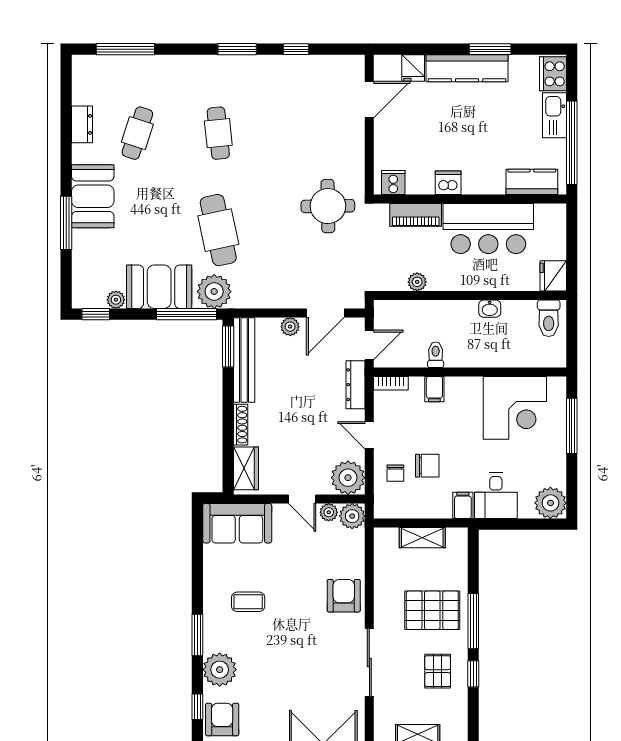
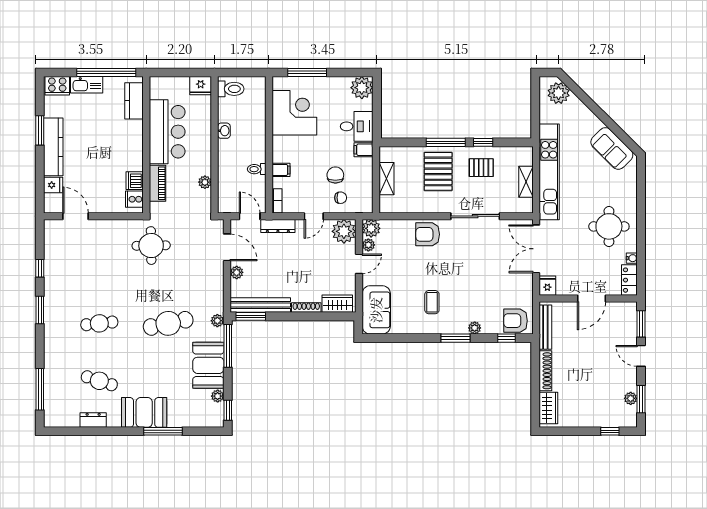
dishwasher: (448, 183) -> (135, 181), moved
plant: (214, 292) -> (217, 321), width x0.53, depth x0.53
plant: (220, 670) -> (475, 328), width x0.53, depth x0.53

